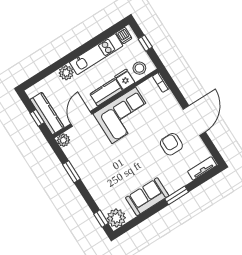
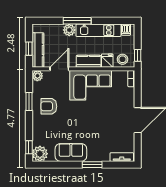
window: (145, 43) -> (138, 55), moved
window: (68, 58) -> (77, 21), added
armchair: (171, 144) -> (49, 106), moved, turned -90

